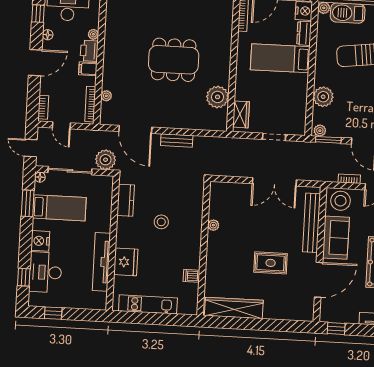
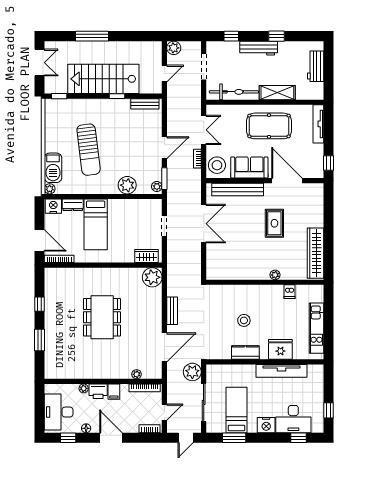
plant: (218, 97) -> (152, 277), moved
floor lamp: (40, 177) -> (211, 428), removed
kitchen counter: (126, 200) -> (245, 352), moved
plant: (213, 225) -> (275, 275), moved

